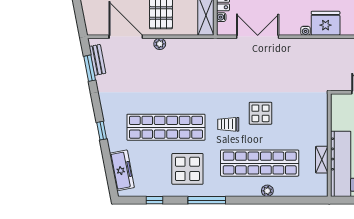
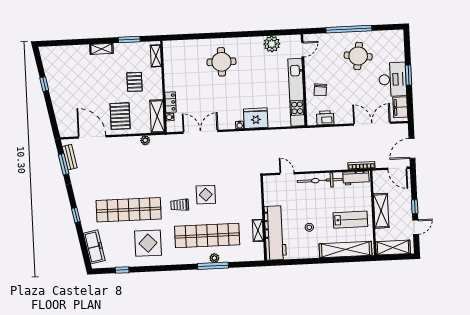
plant: (160, 44) -> (145, 140), moved
window: (207, 200) -> (213, 266), moved

